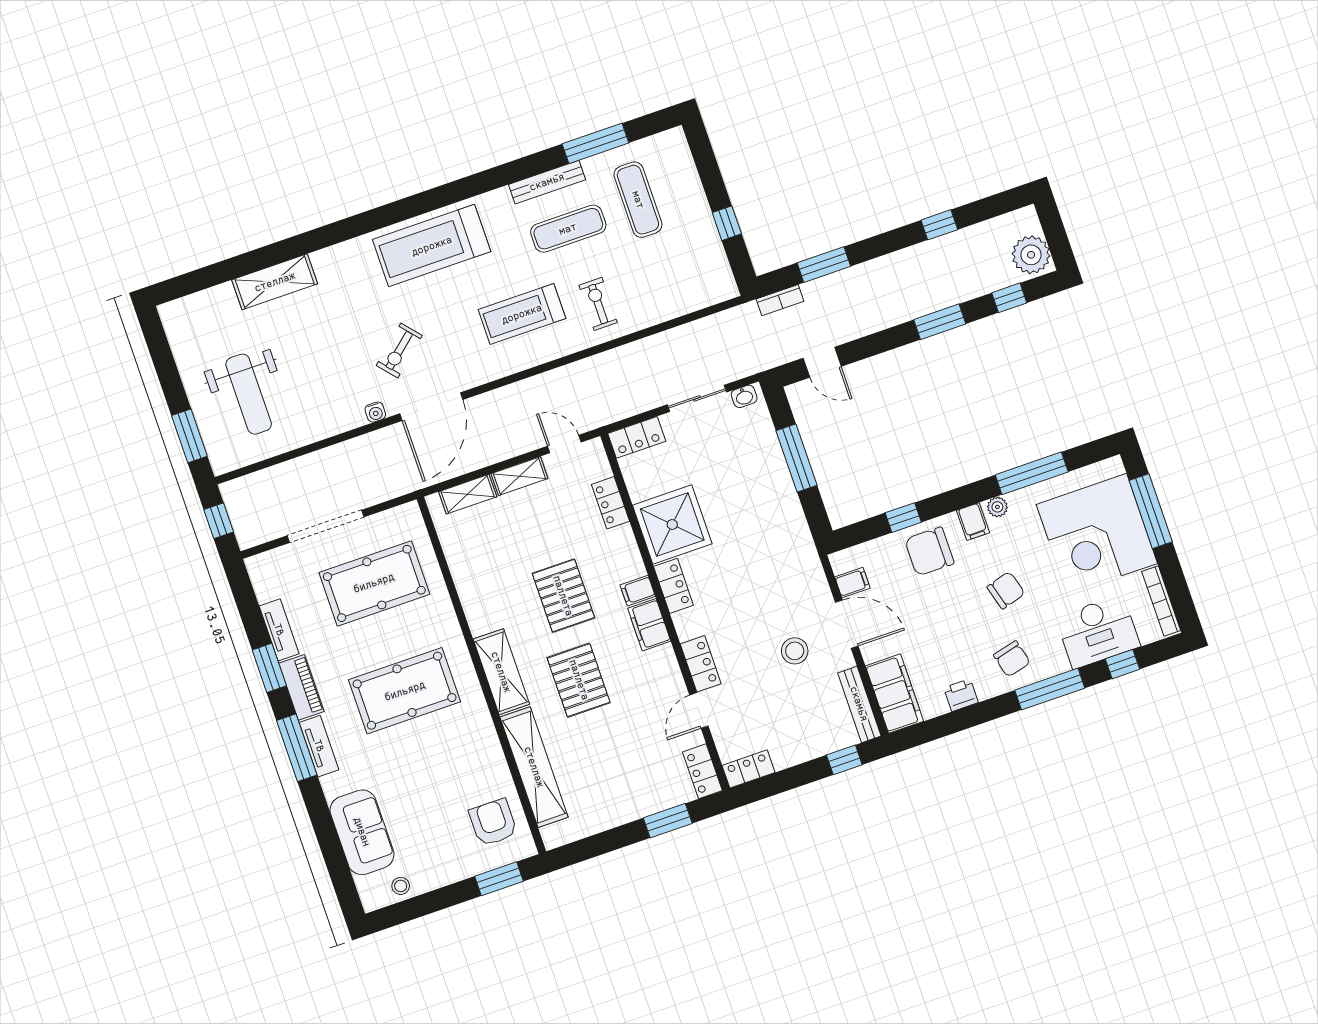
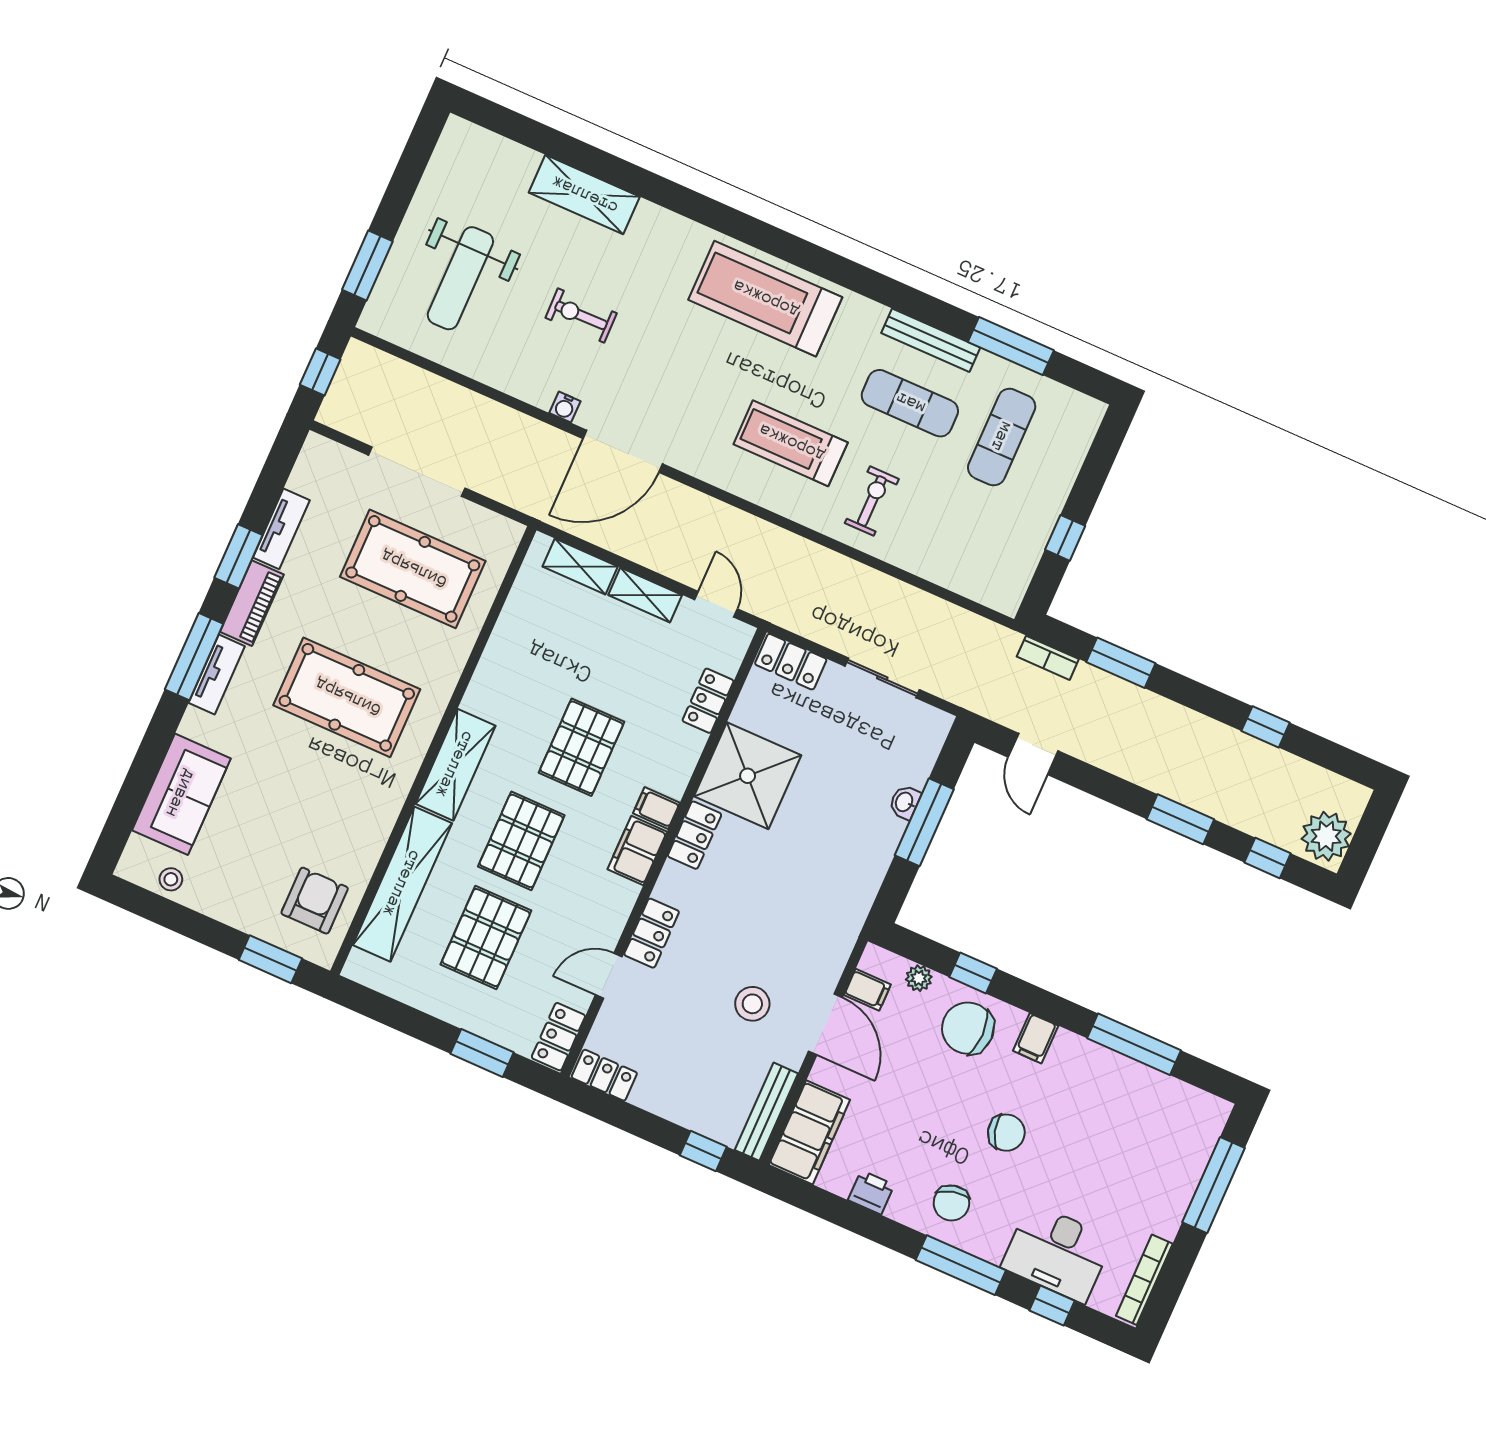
exercise bike: (399, 350) -> (581, 315), moved, turned 40
washbasin: (744, 396) -> (905, 802), moved, turned 90
plant: (997, 507) -> (919, 978), moved
corner desk: (1097, 534) -> (1142, 1159), removed
pallet: (609, 753) -> (486, 938), added

